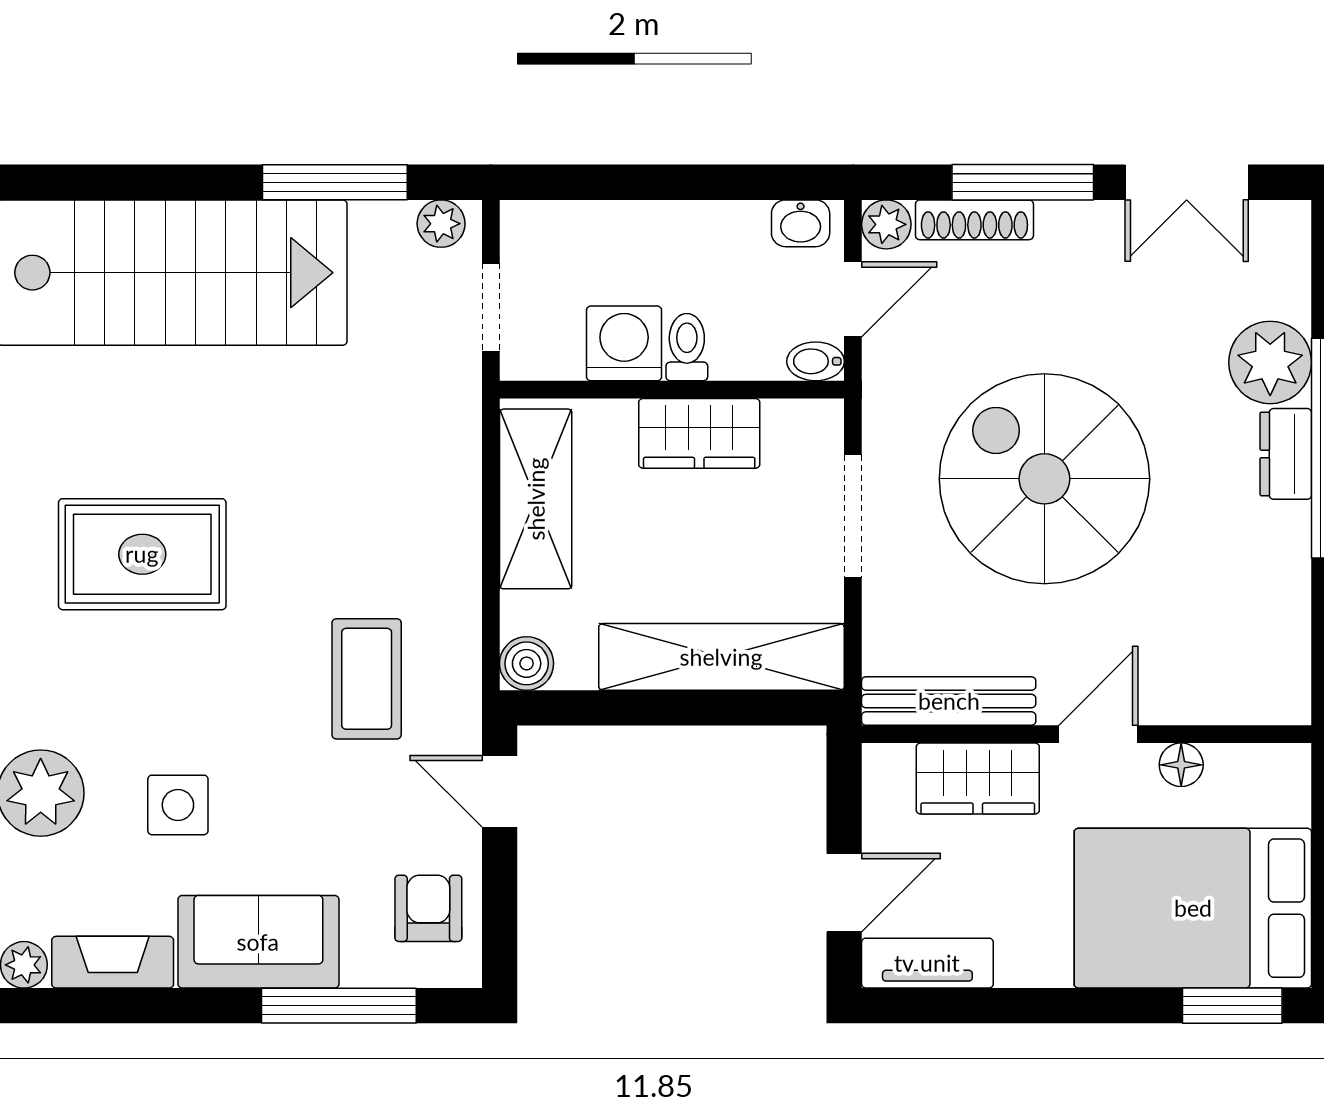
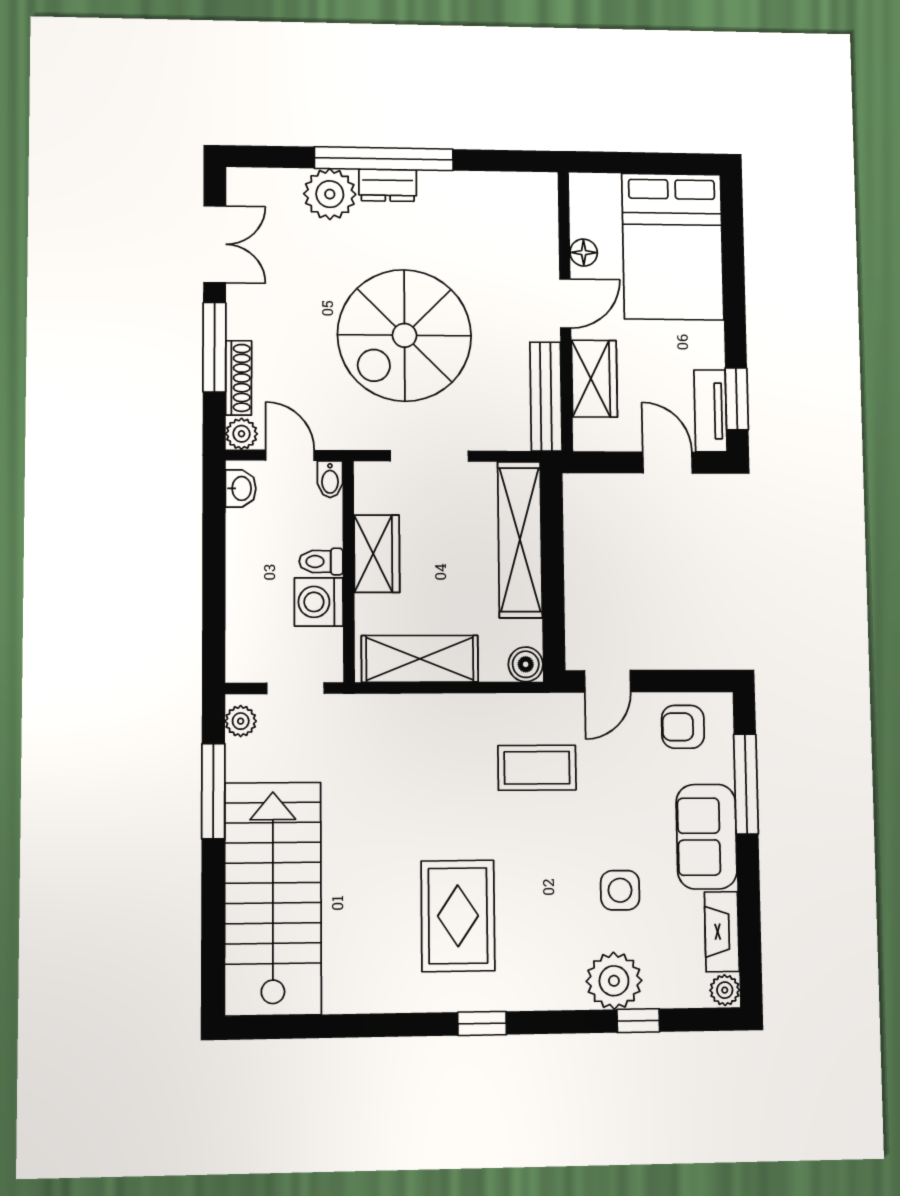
door: (1098, 734) -> (565, 303), swing flipped
window: (1232, 1006) -> (737, 399), moved

